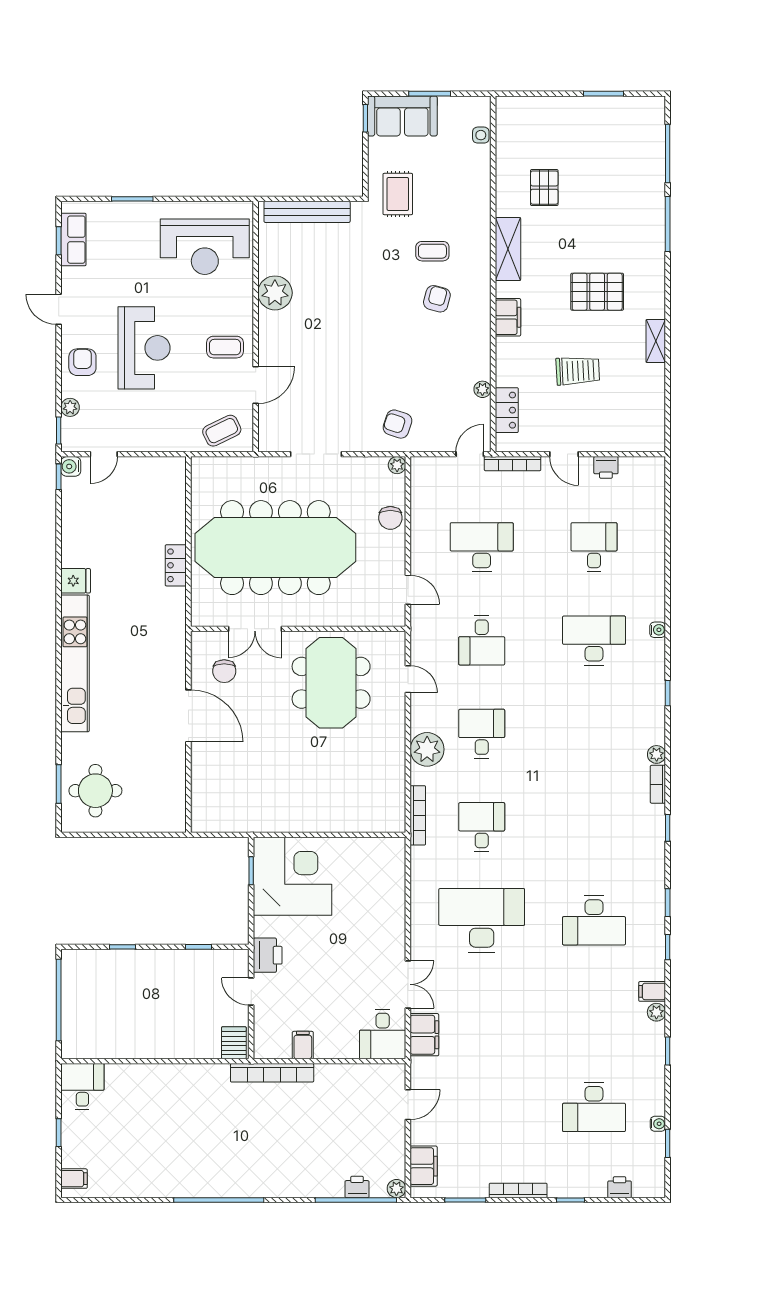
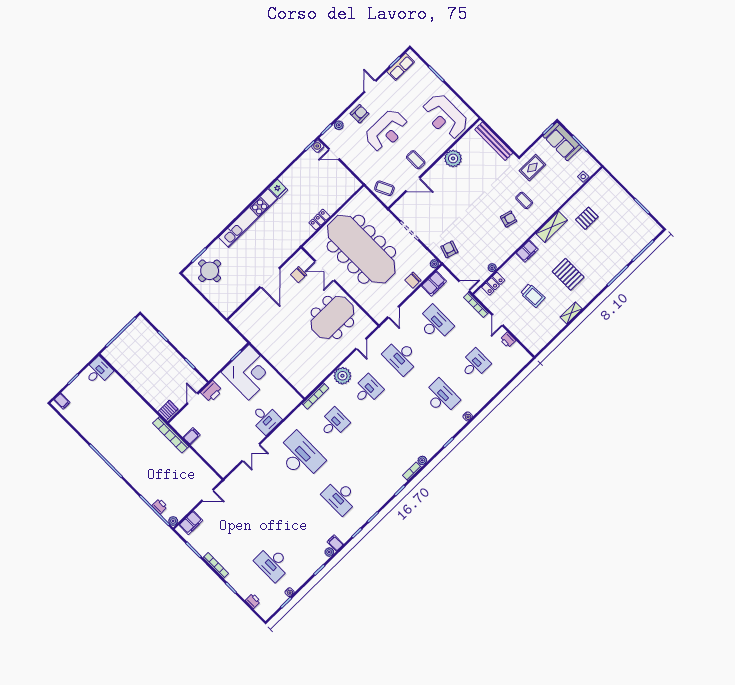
desk: (482, 640) -> (401, 357), width x1.37
desk: (383, 1034) -> (265, 419), moved, turned -90
filing cabinet: (424, 1035) -> (434, 284), moved

